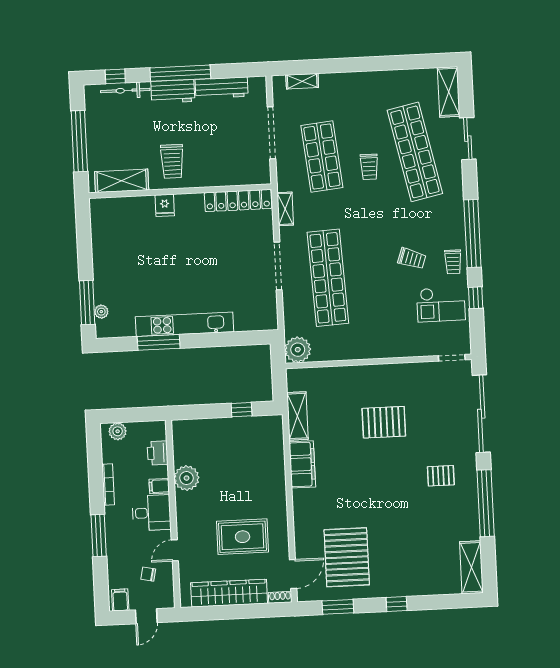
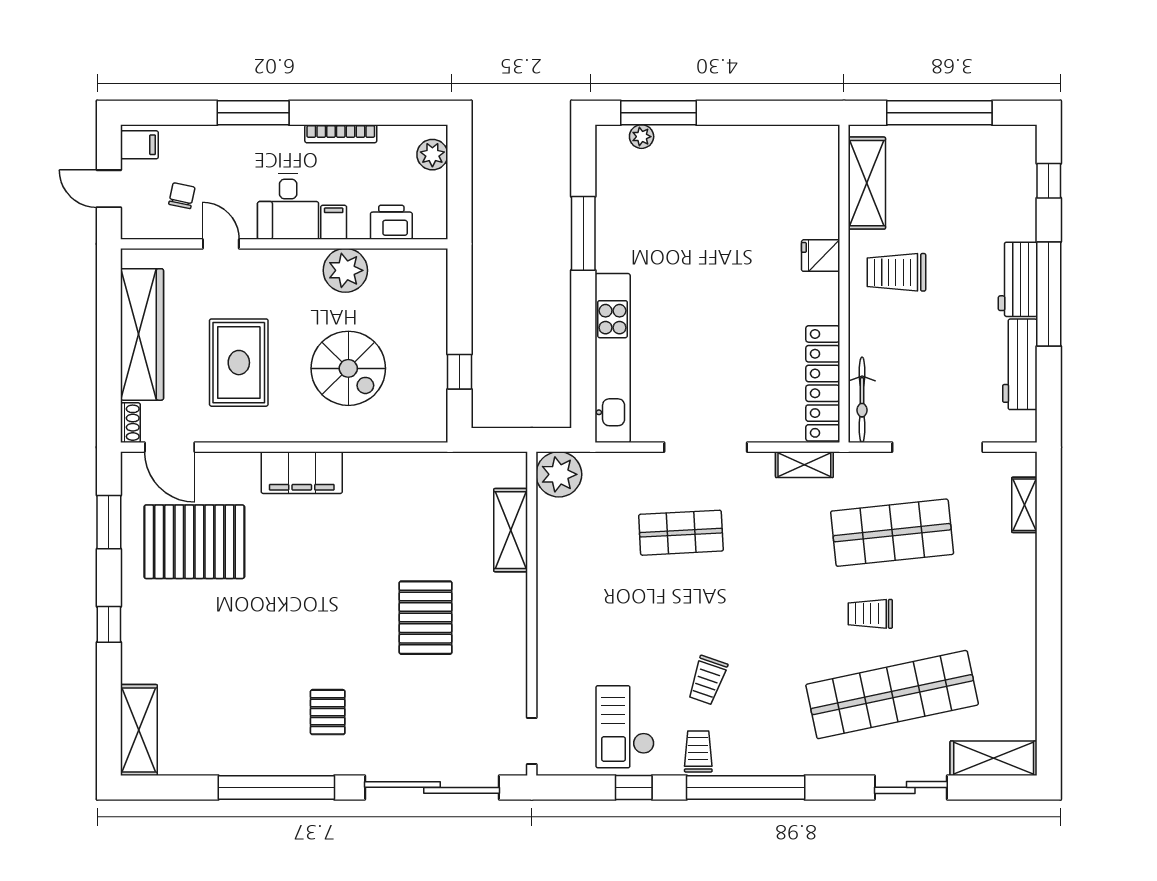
bicycle: (125, 91) -> (862, 400), moved, turned 180
trolley: (453, 262) -> (698, 751), turned 90
shop shelf: (328, 278) -> (681, 533), width x0.50, depth x0.74
kitchen unit: (185, 324) -> (613, 358), moved
shelving: (297, 416) -> (511, 530), moved, turned 90
filing cabinet: (302, 464) -> (302, 473), moved
spiral stairs: (243, 474) -> (348, 368), added
shelving: (471, 567) -> (139, 730), moved, turned 90

